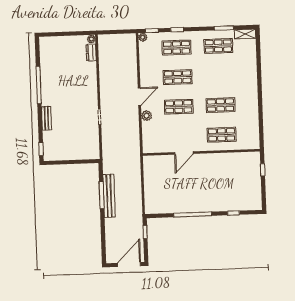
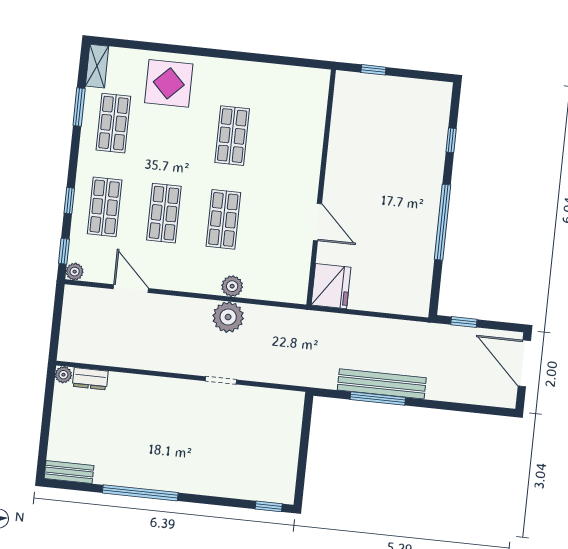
display table: (242, 70) -> (169, 83), added
door: (139, 97) -> (131, 289), moved
plant: (131, 116) -> (228, 317), added
bench: (46, 118) -> (69, 472), moved
shop shelf: (222, 135) -> (292, 142), removed
fridge: (153, 164) -> (331, 286), added

